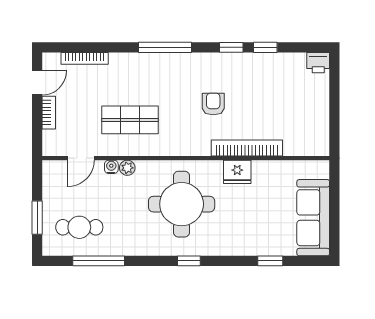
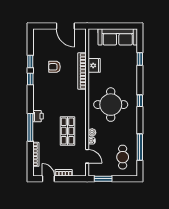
window: (165, 47) -> (30, 127), moved
printer: (318, 63) -> (38, 116), moved
armchair: (213, 104) -> (55, 67), moved
door: (334, 116) -> (65, 26), added
fridge: (237, 172) -> (94, 65), moved
window: (37, 218) -> (103, 179), moved

